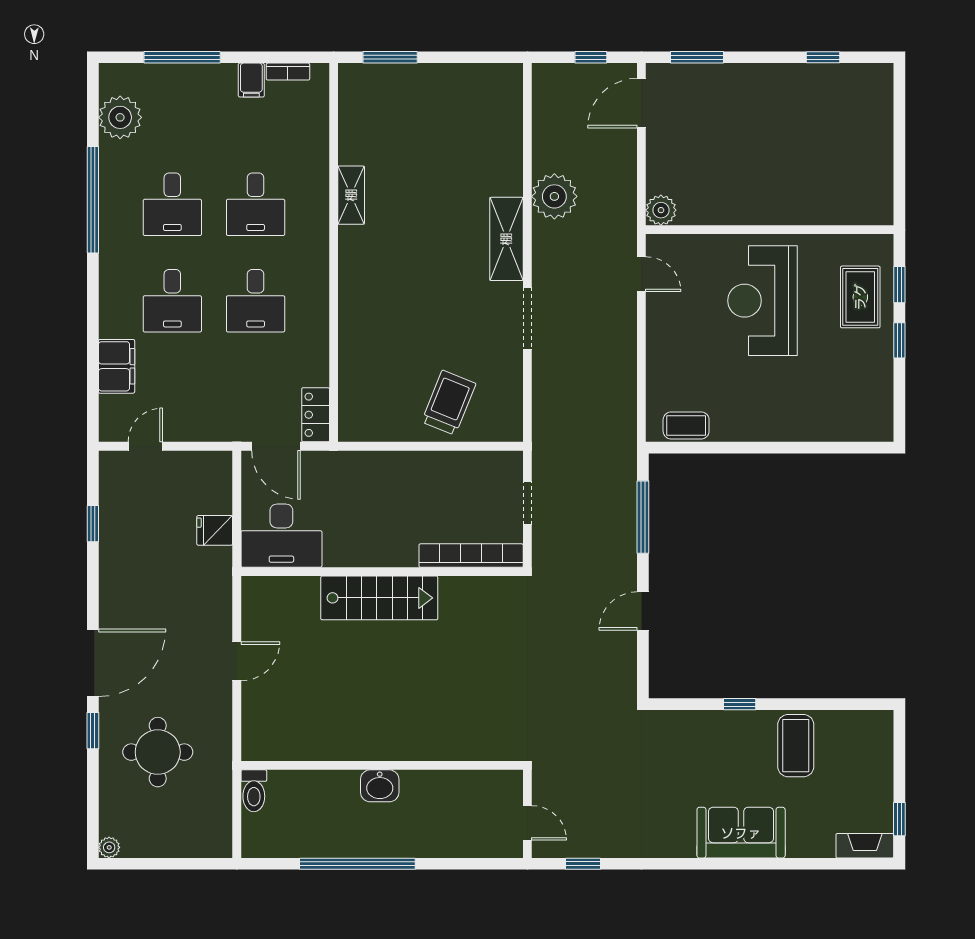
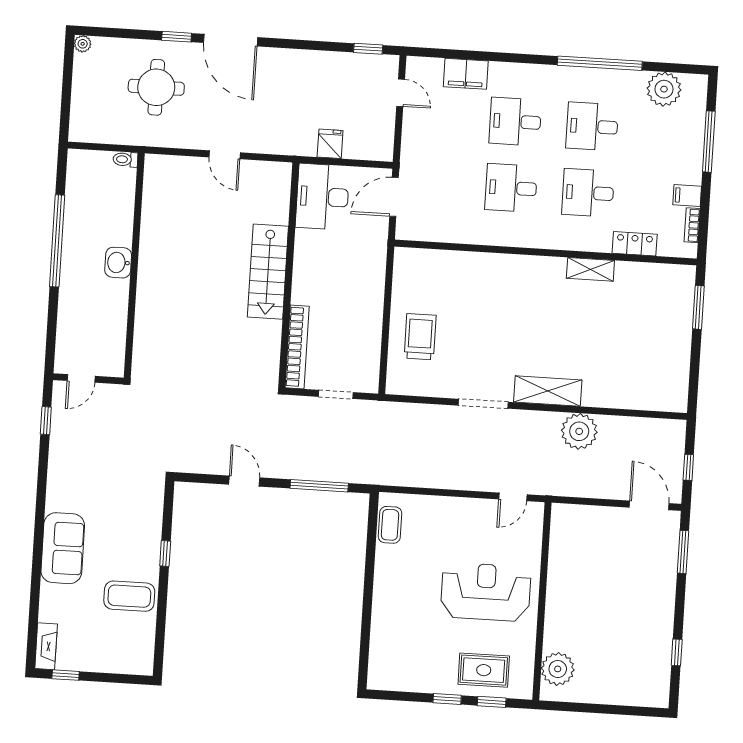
plant: (661, 210) -> (558, 669), moved, width x1.36, depth x1.36
trolley: (449, 403) -> (420, 337), turned -112
locker: (316, 415) -> (635, 244), moved
window: (93, 524) -> (368, 49), moved
toilet: (254, 791) -> (125, 159), width x0.73, depth x0.72

